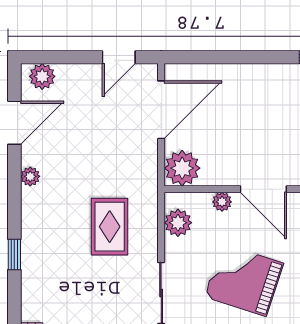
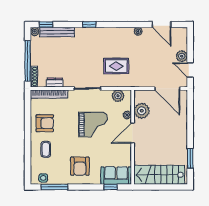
plant: (42, 76) -> (182, 56), moved
plant: (182, 168) -> (142, 111), moved
window: (14, 255) -> (89, 24), moved
grand piano: (244, 280) -> (93, 125), turned 72

